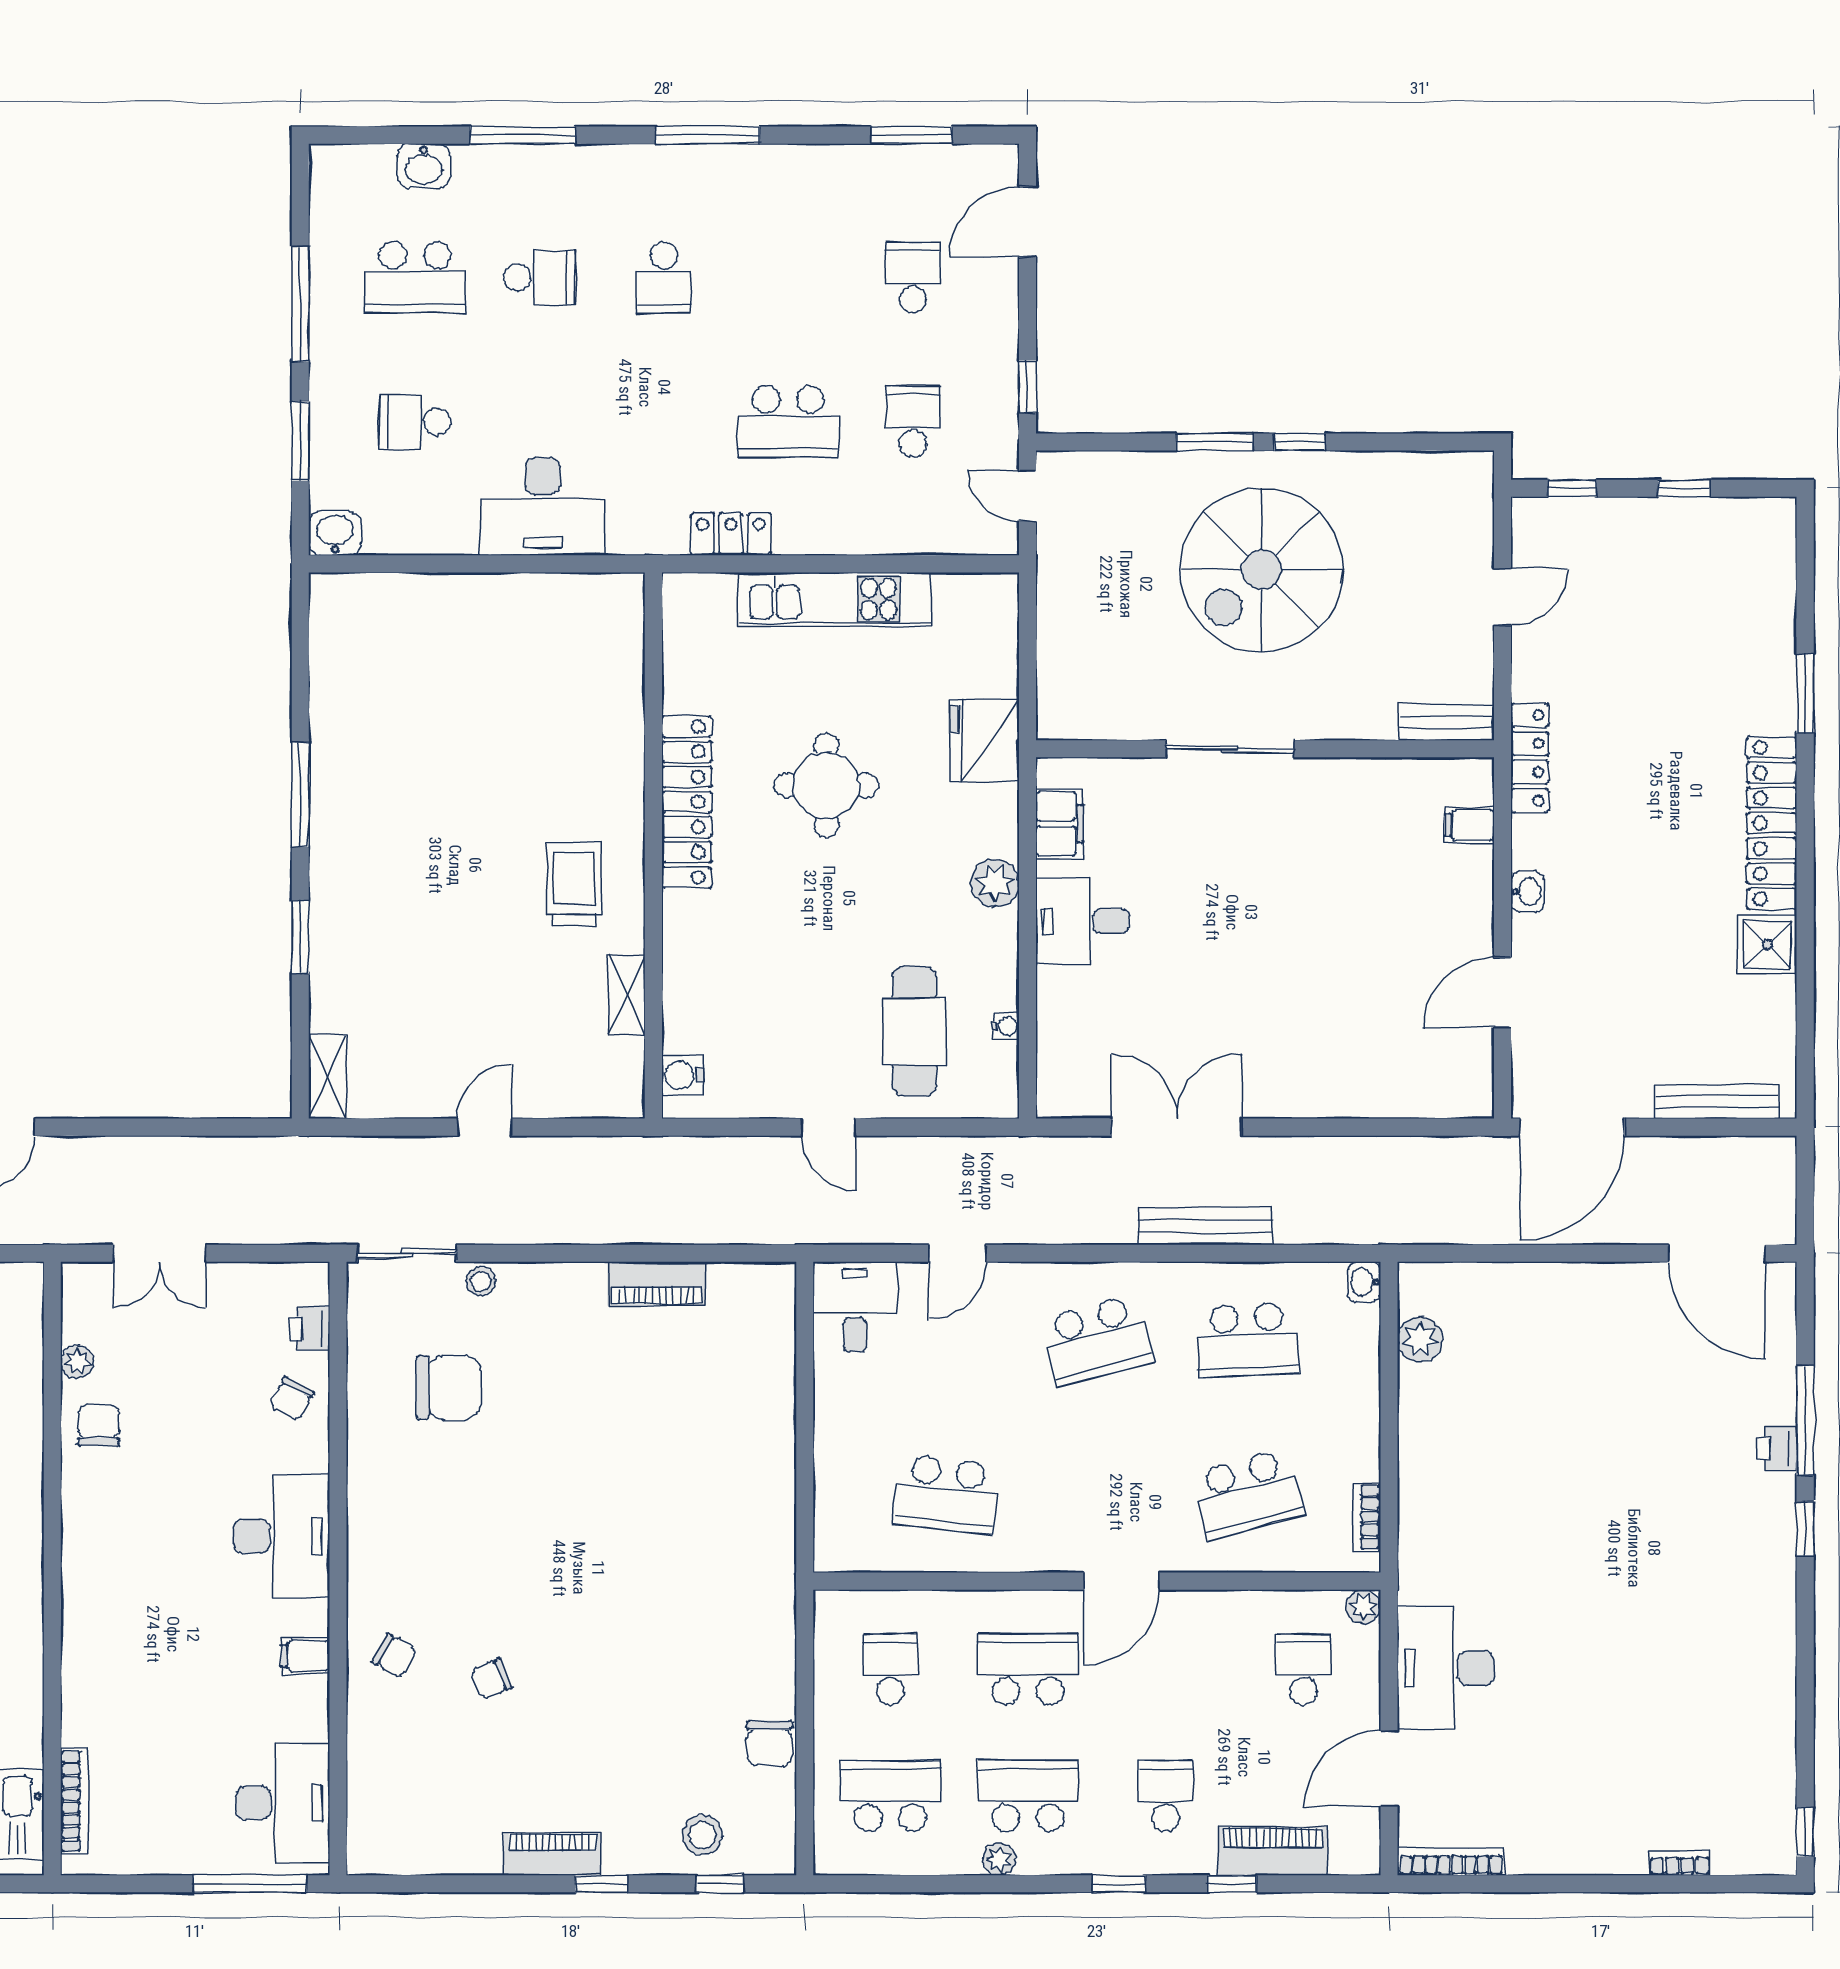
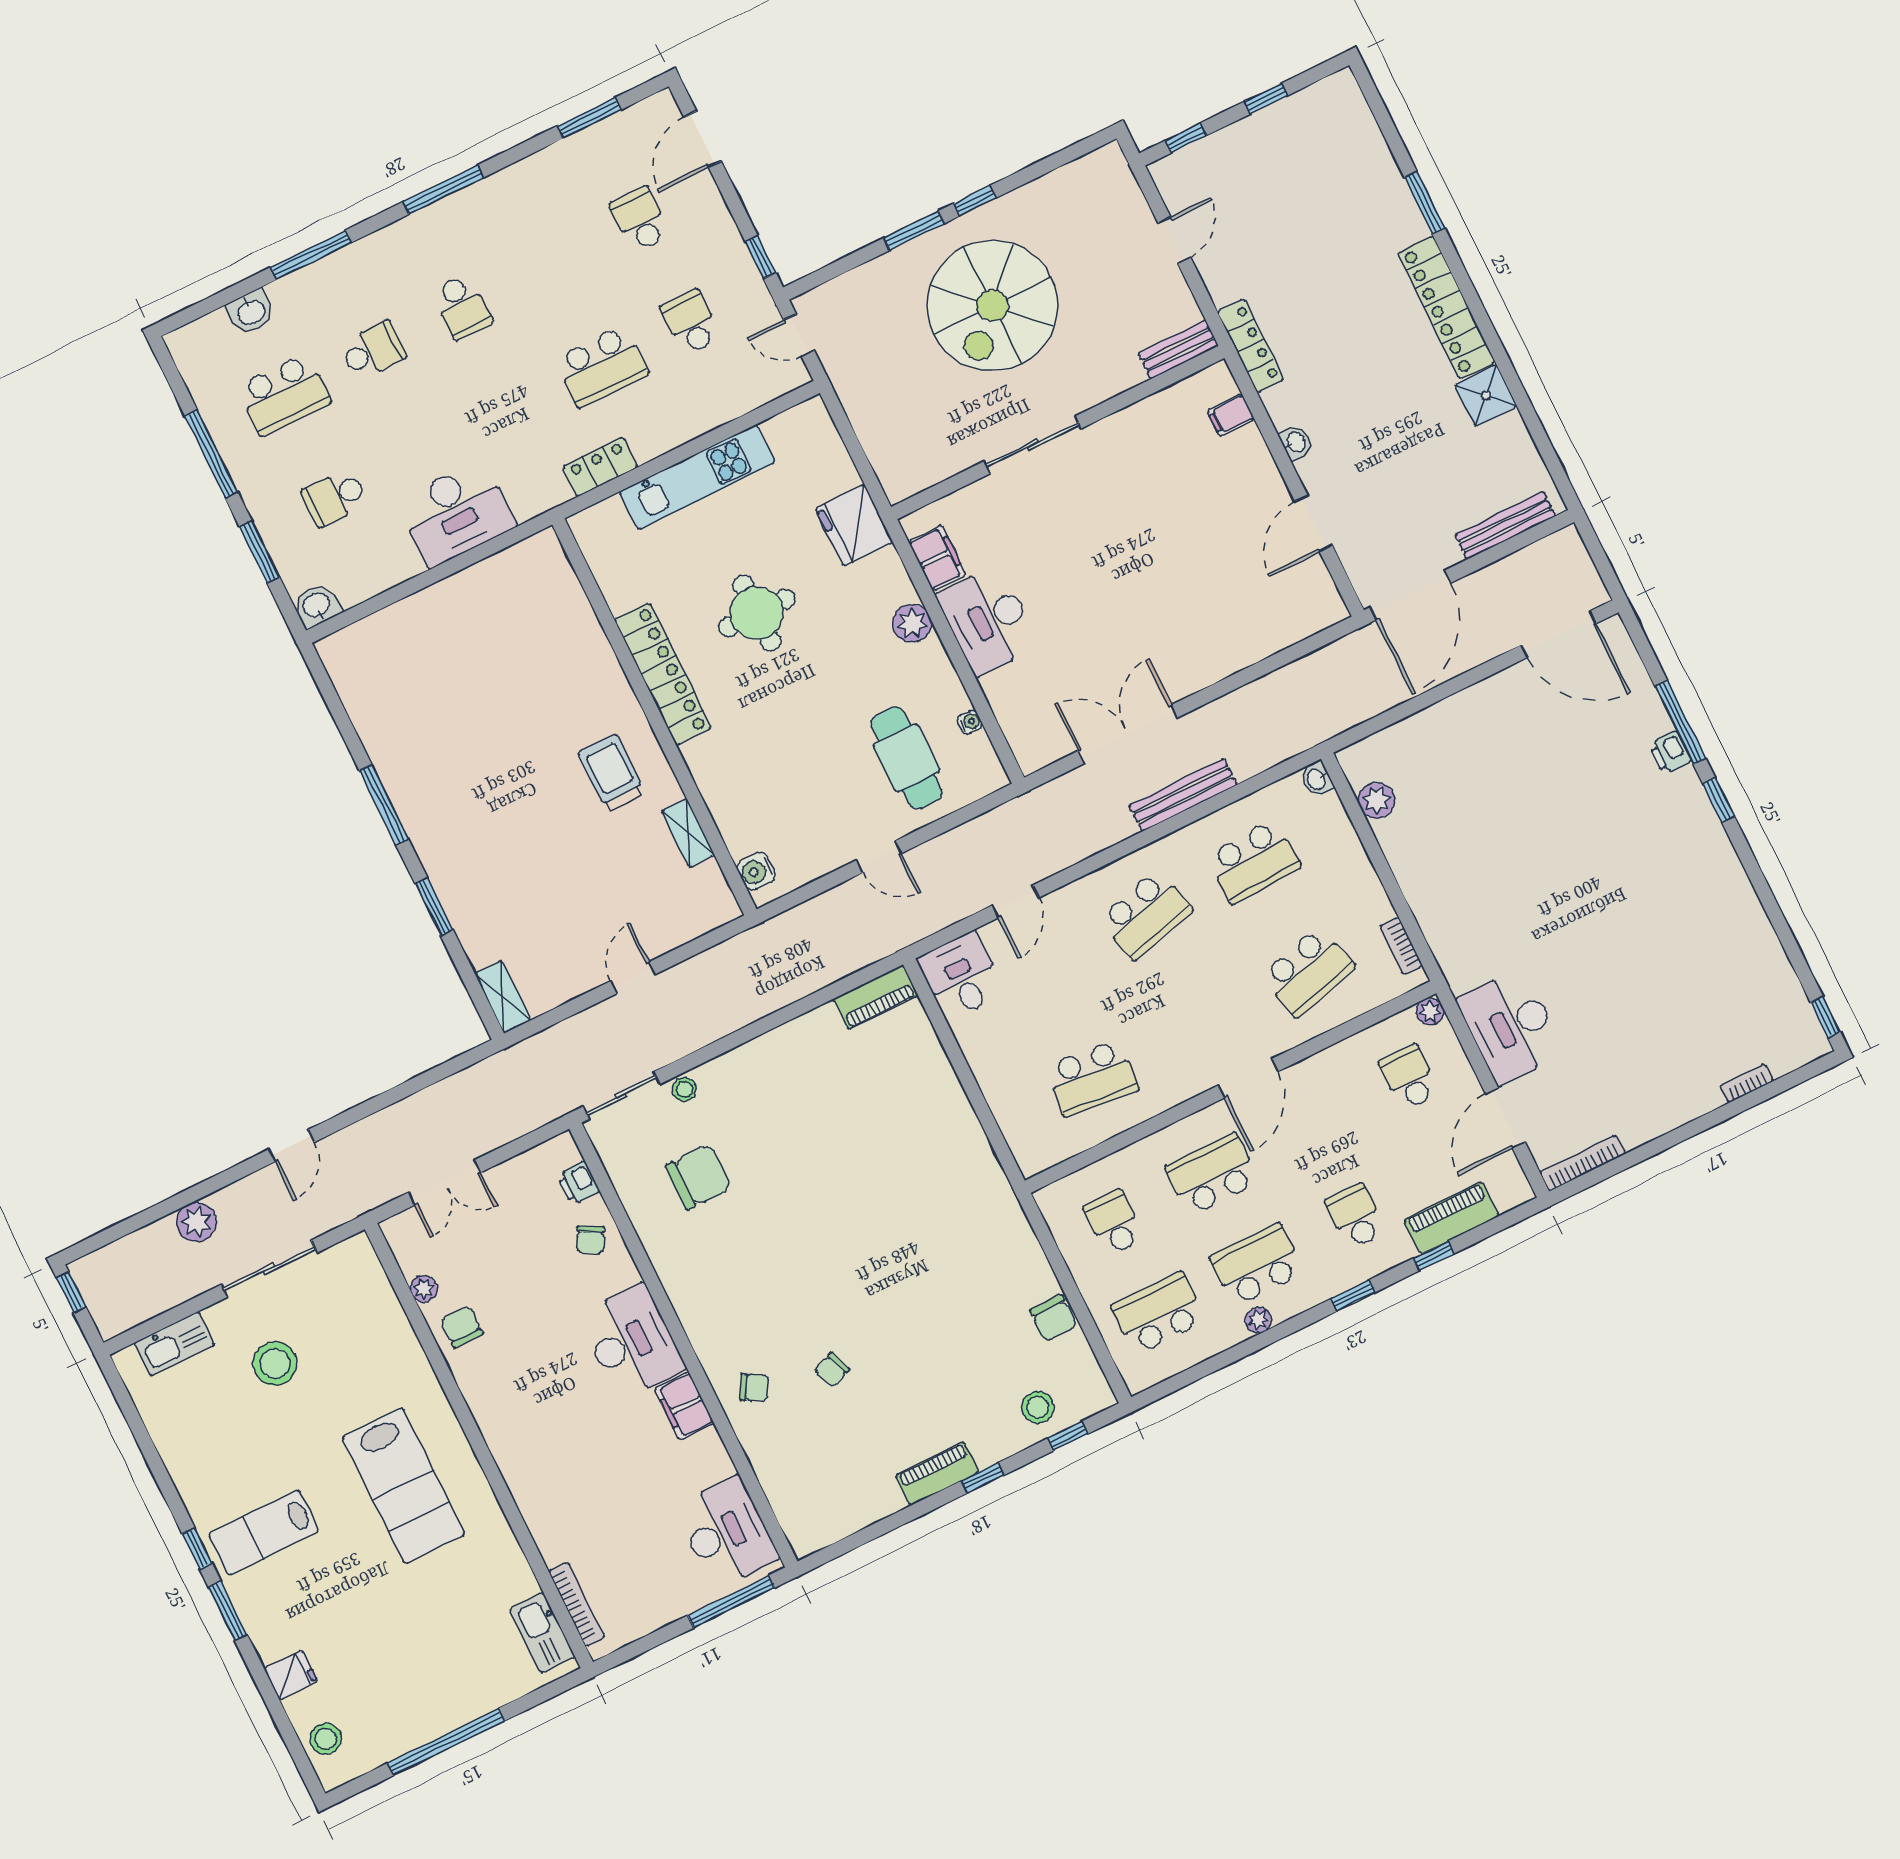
desk: (1082, 921) -> (988, 620), width x1.37
piano: (657, 1284) -> (876, 997), moved
filing cabinet: (305, 1656) -> (684, 1406), width x2.00

